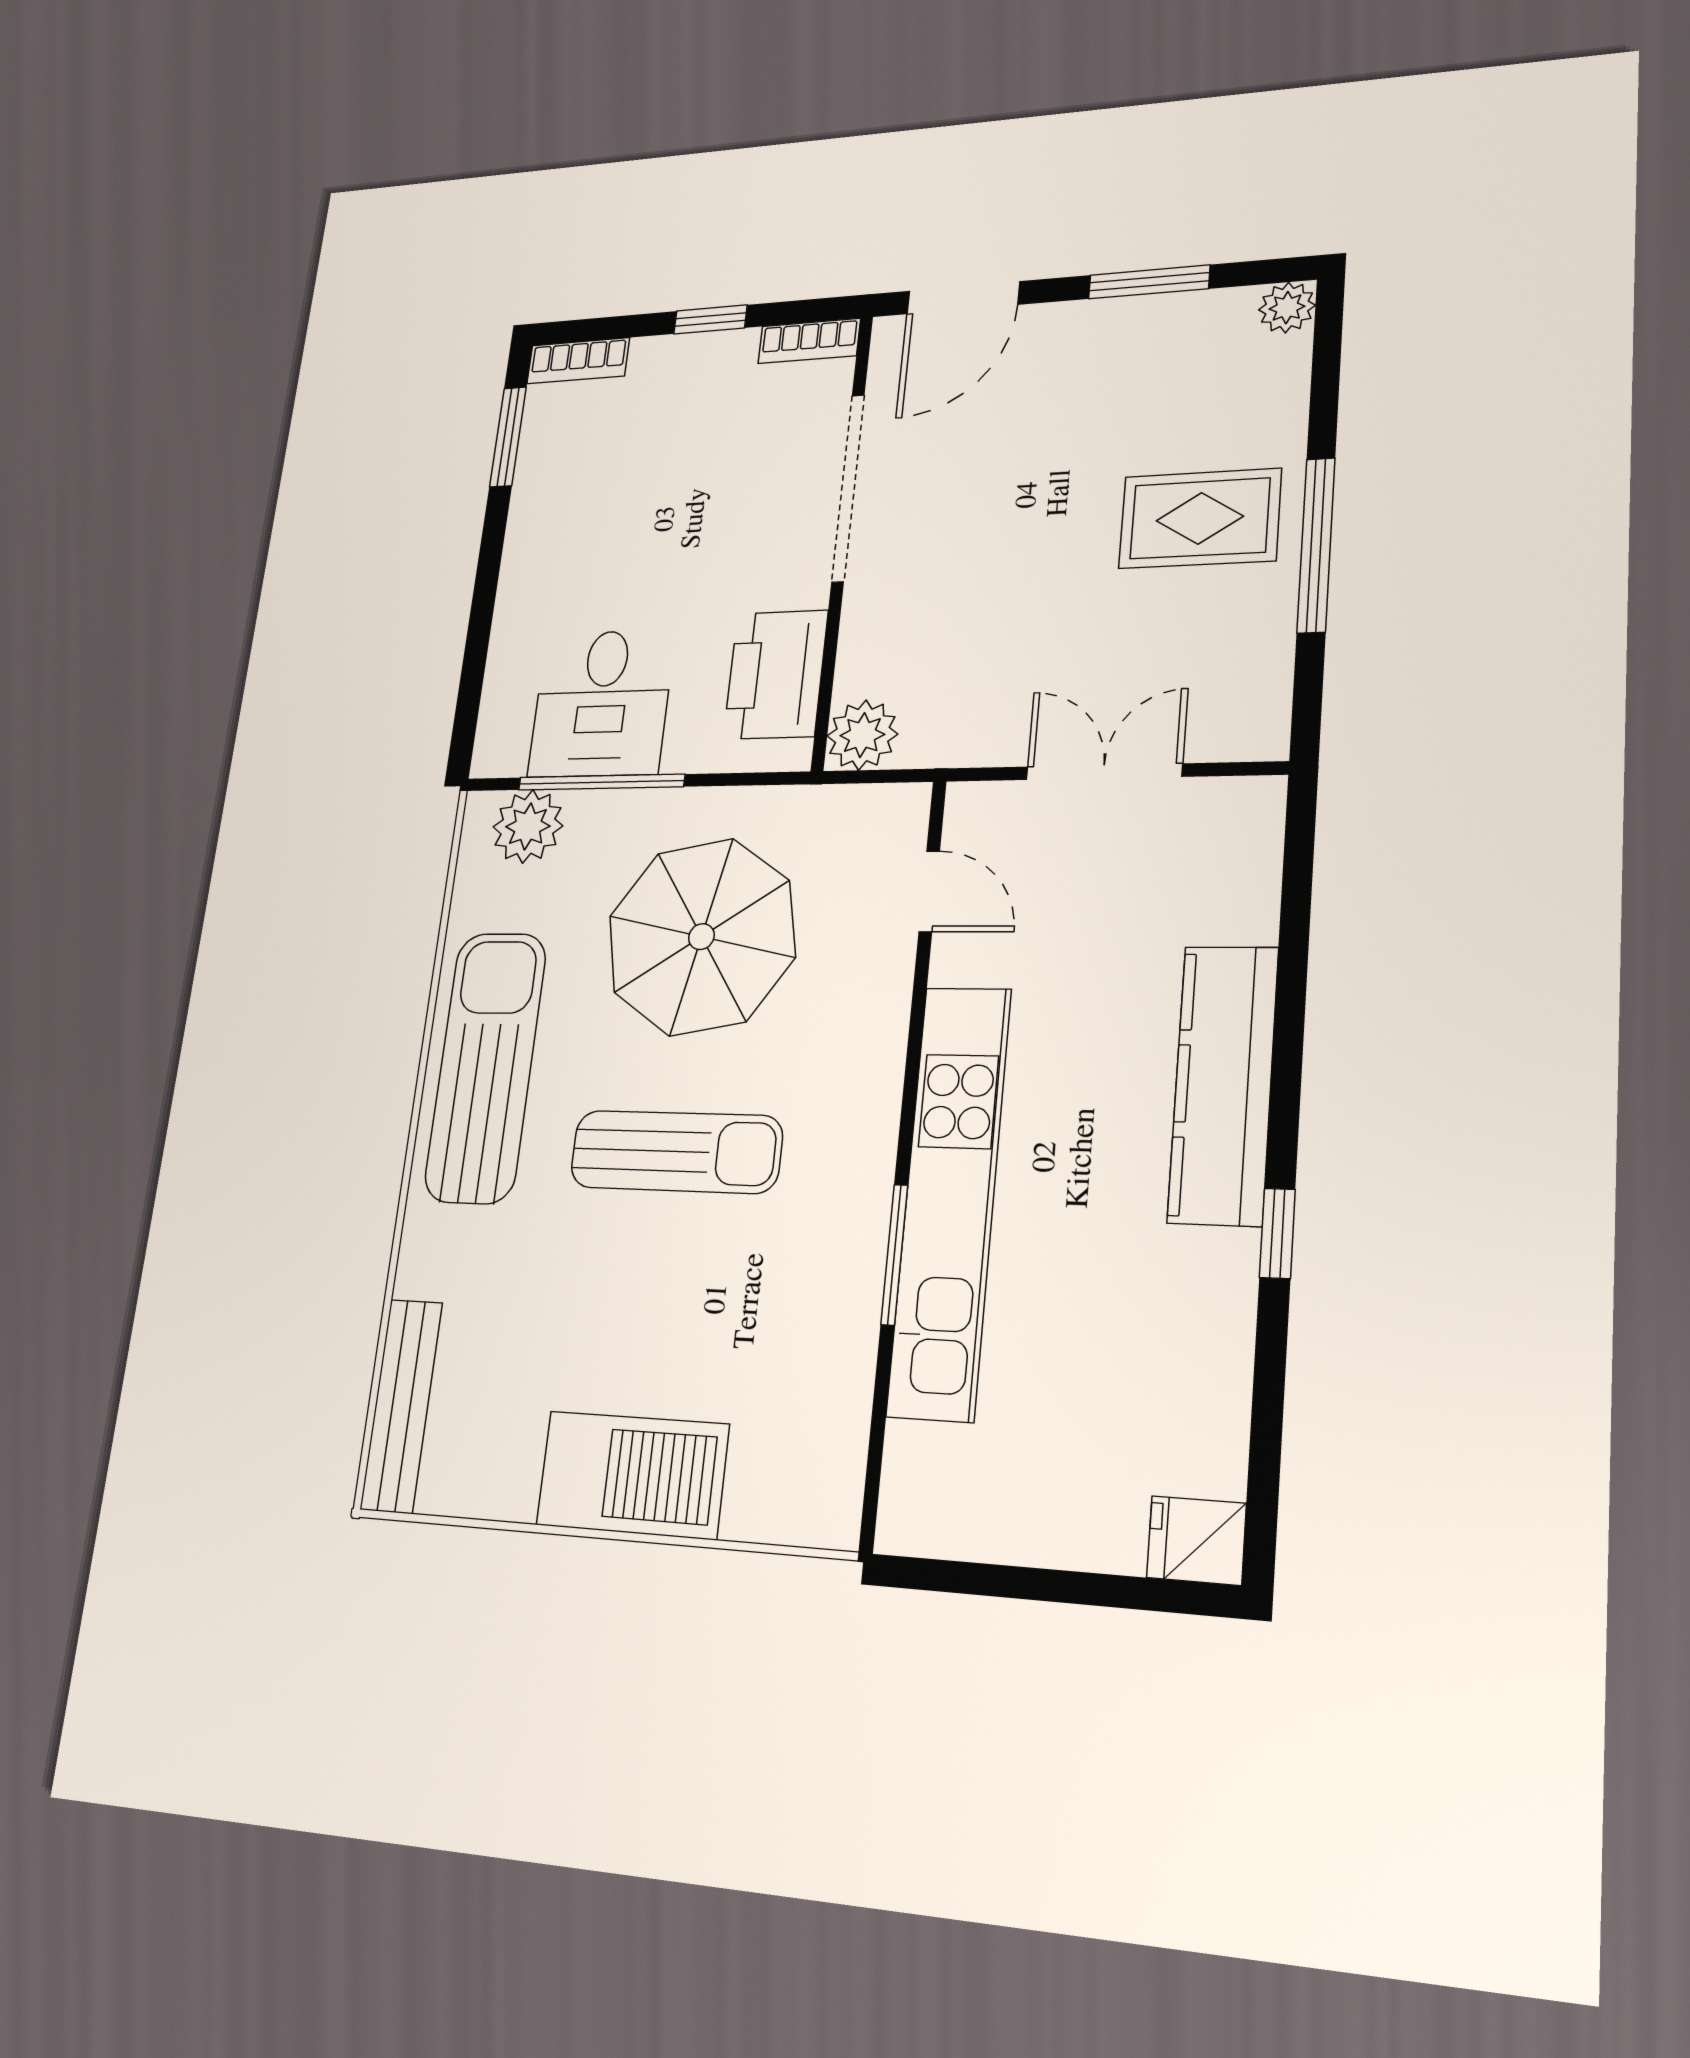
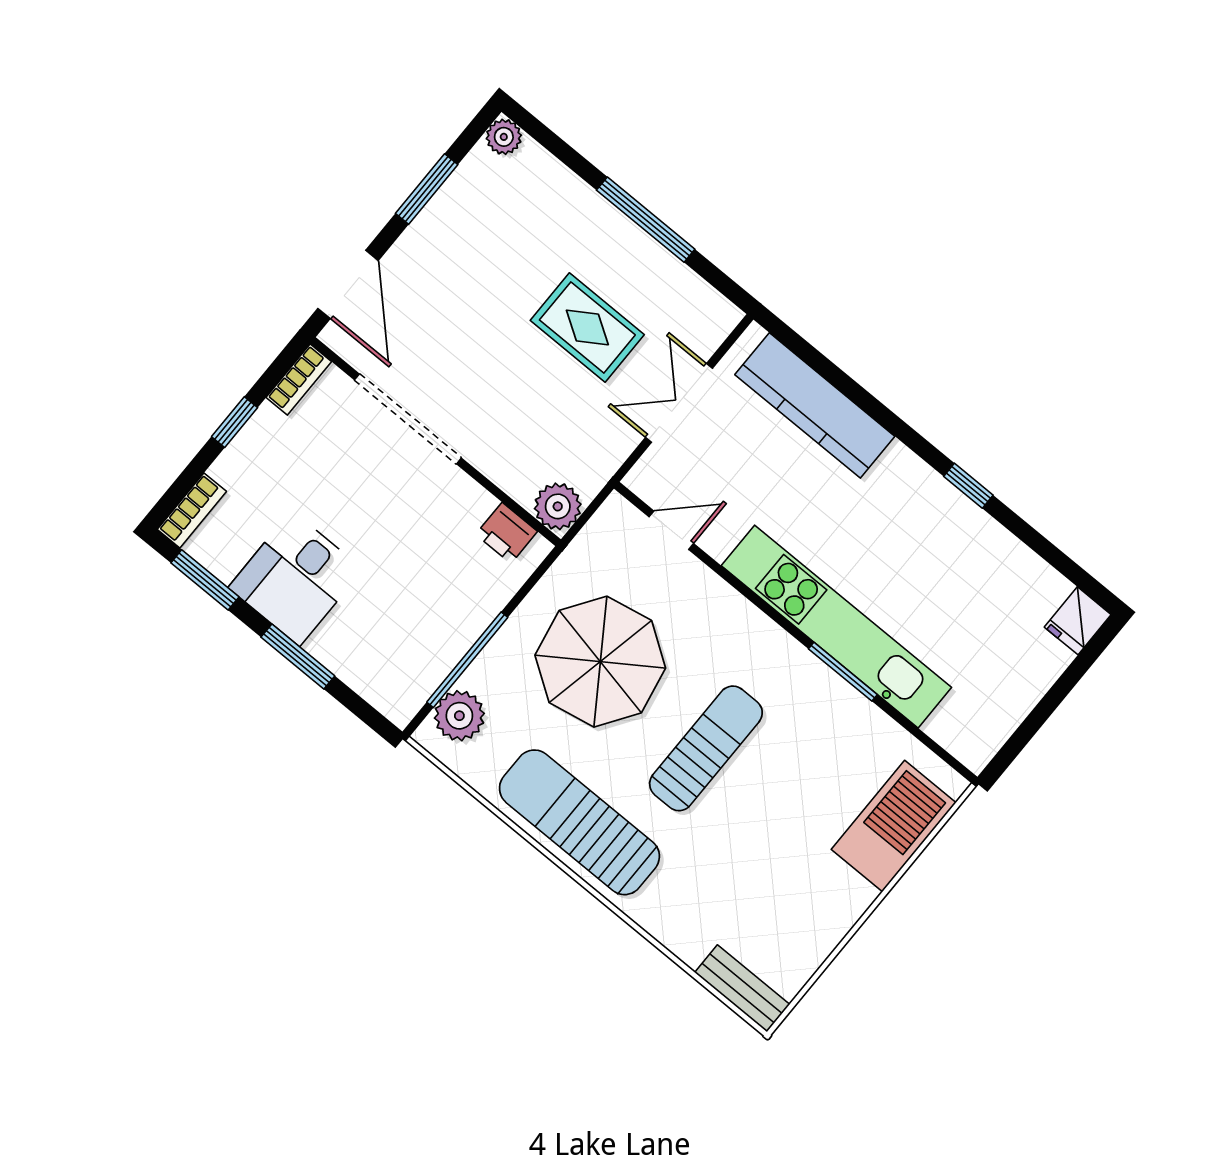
rug: (1200, 519) -> (587, 327), moved, turned 90
window: (484, 599) -> (298, 657), added
printer: (776, 675) -> (506, 533), width x0.53, depth x0.68
desk: (602, 703) -> (296, 578), moved, turned 90
kitchen counter: (1223, 1084) -> (815, 405), moved
bench: (401, 1405) -> (742, 988), width x0.73
barbecue: (632, 1475) -> (894, 826), moved

